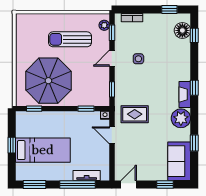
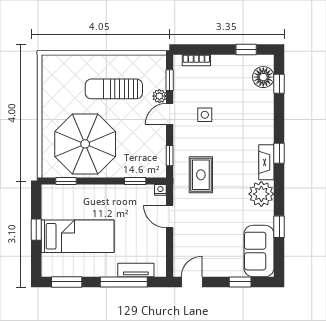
plant: (104, 25) -> (159, 96), moved
rug: (135, 114) -> (201, 175), moved, turned 90

